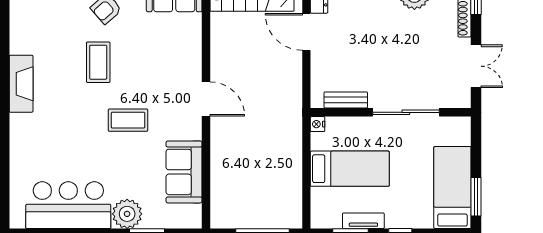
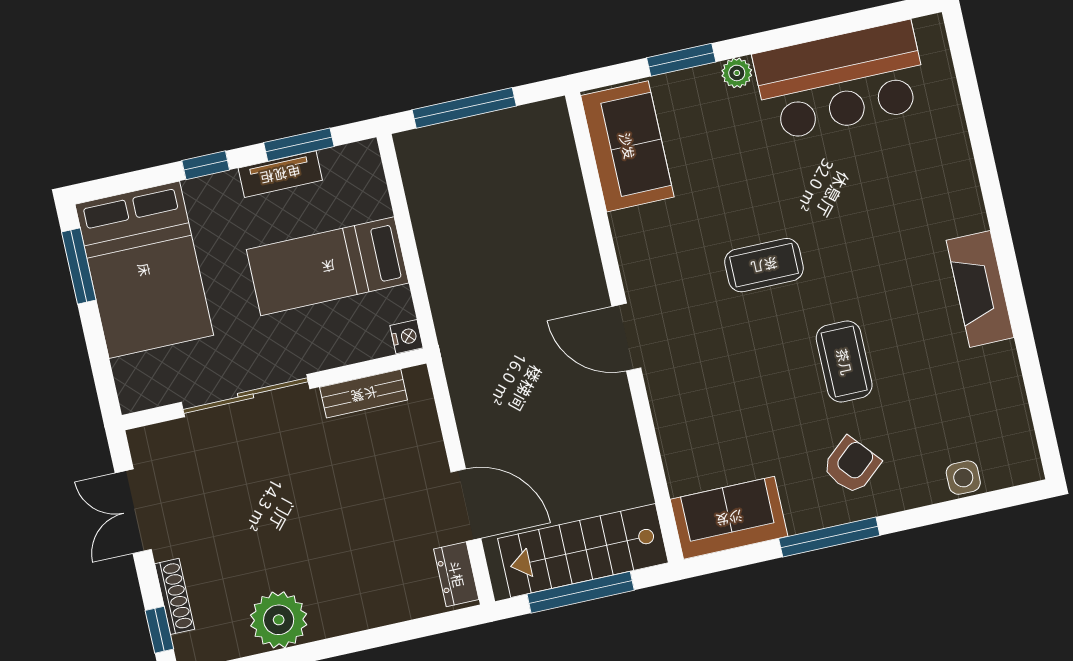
sofa: (184, 172) -> (627, 146), moved
bed: (452, 188) -> (144, 270), width x1.50
plant: (127, 214) -> (737, 73), width x0.53, depth x0.53

